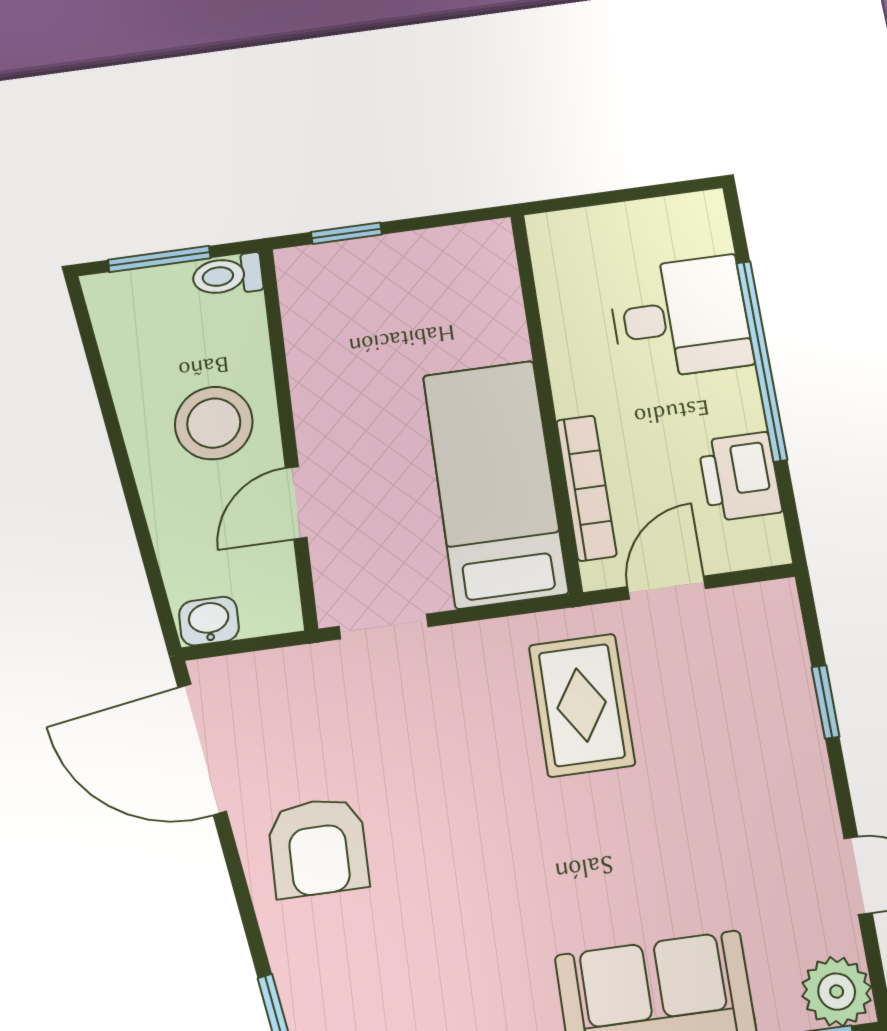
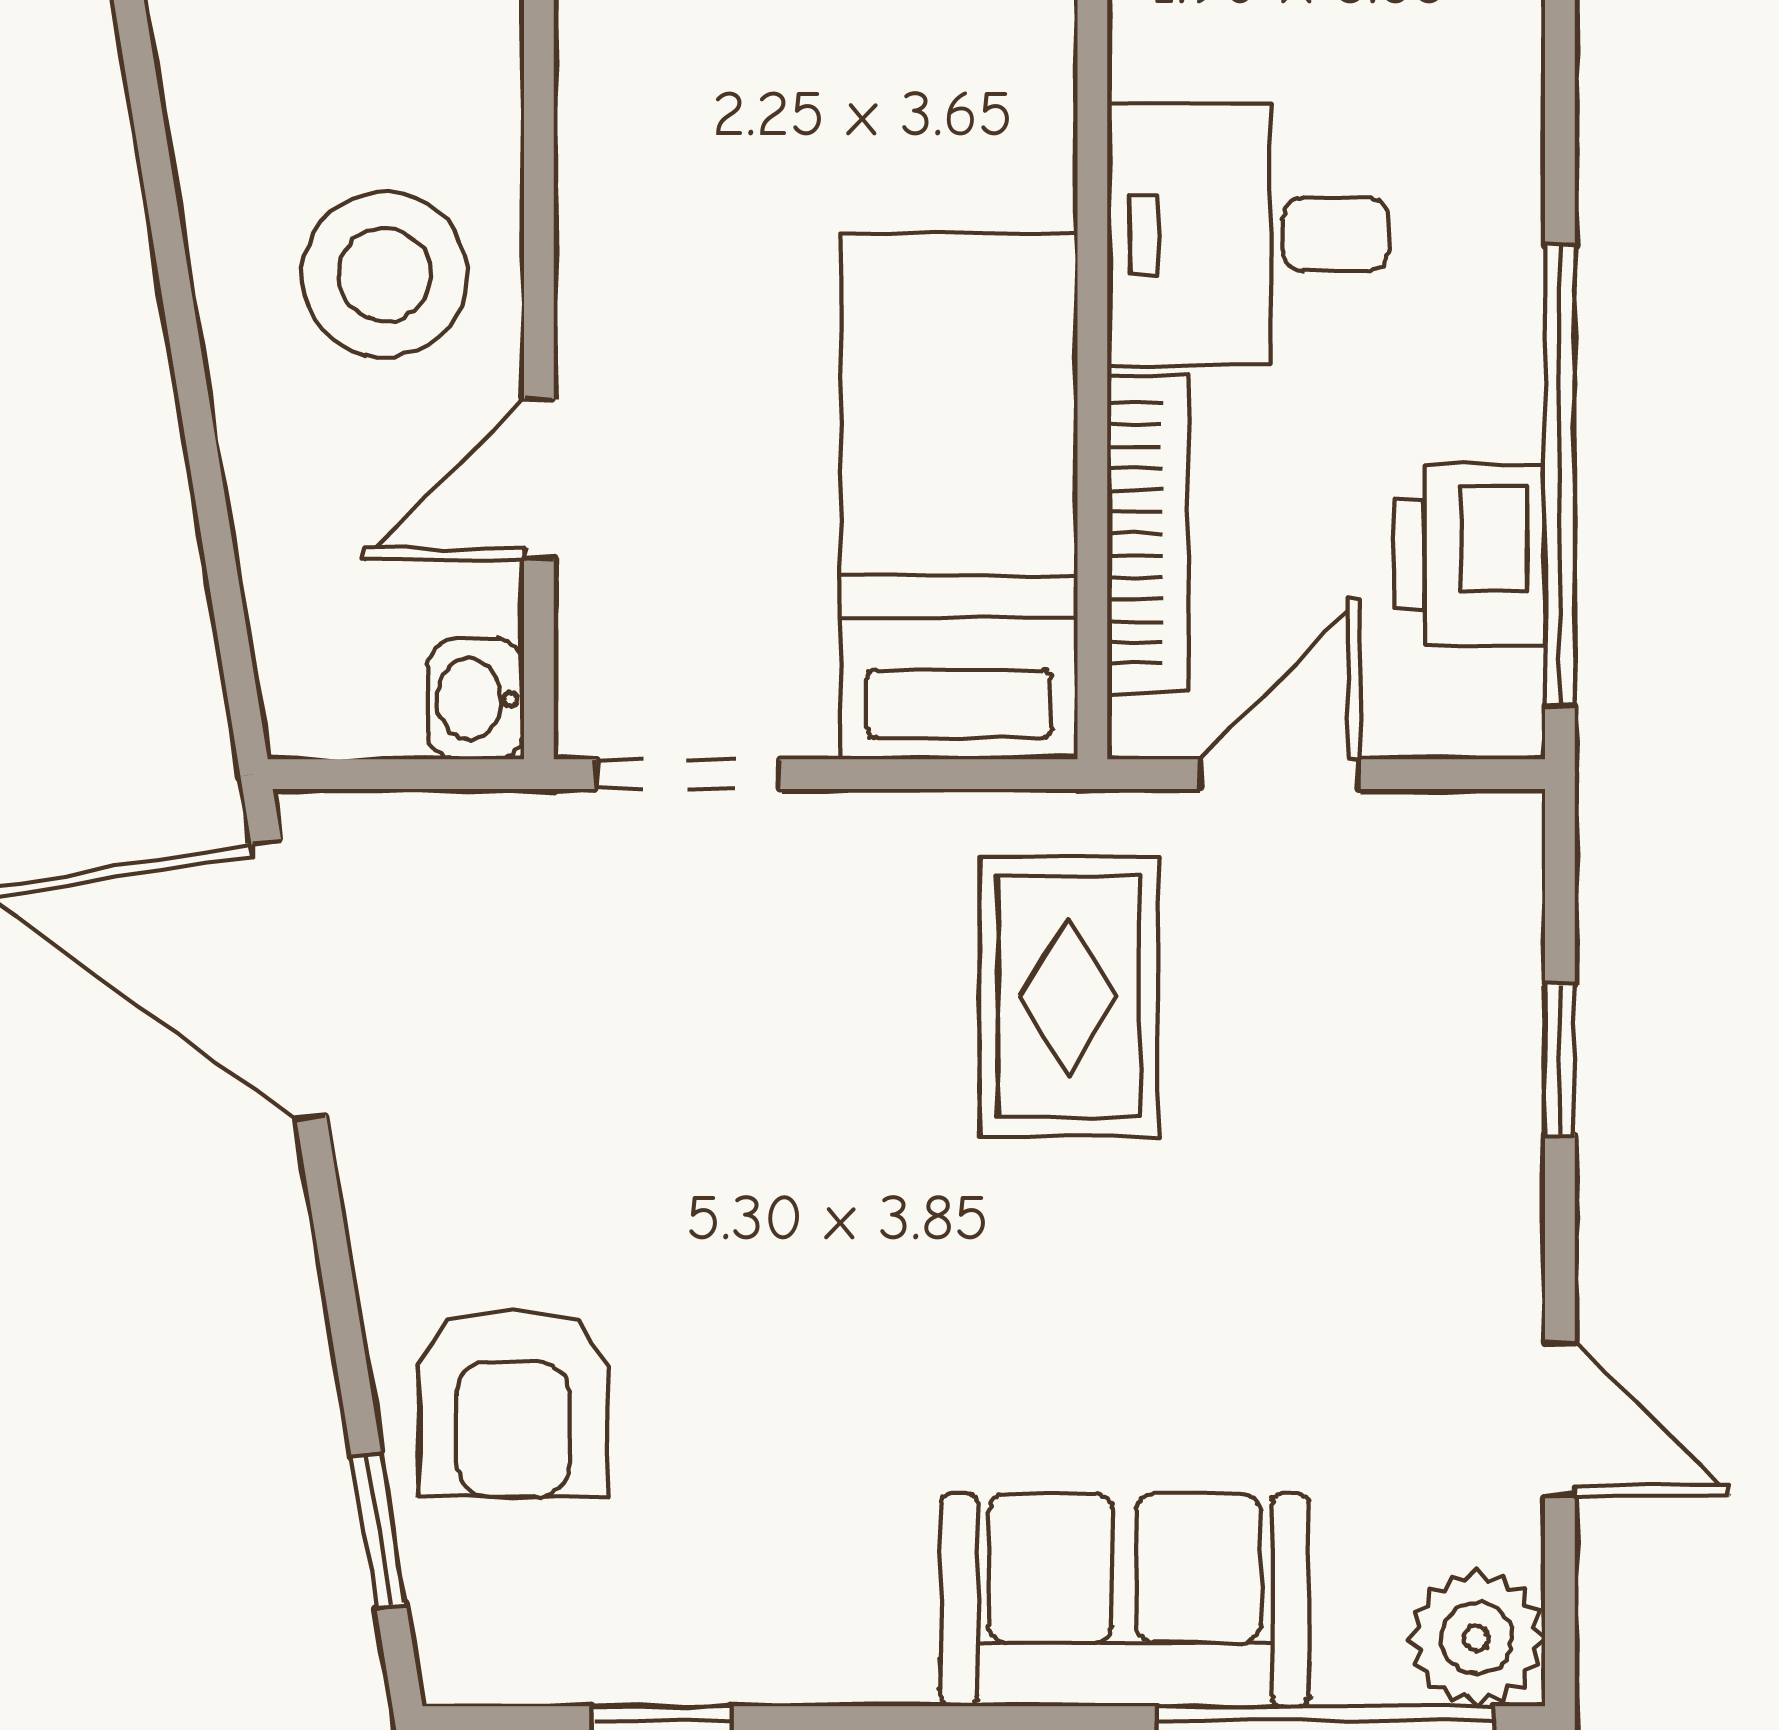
desk: (680, 317) -> (1248, 235), moved, turned 180
window: (762, 360) -> (1560, 475), moved
washbasin: (209, 621) -> (476, 699), moved, turned -90
armchair: (318, 847) -> (513, 1403), moved

